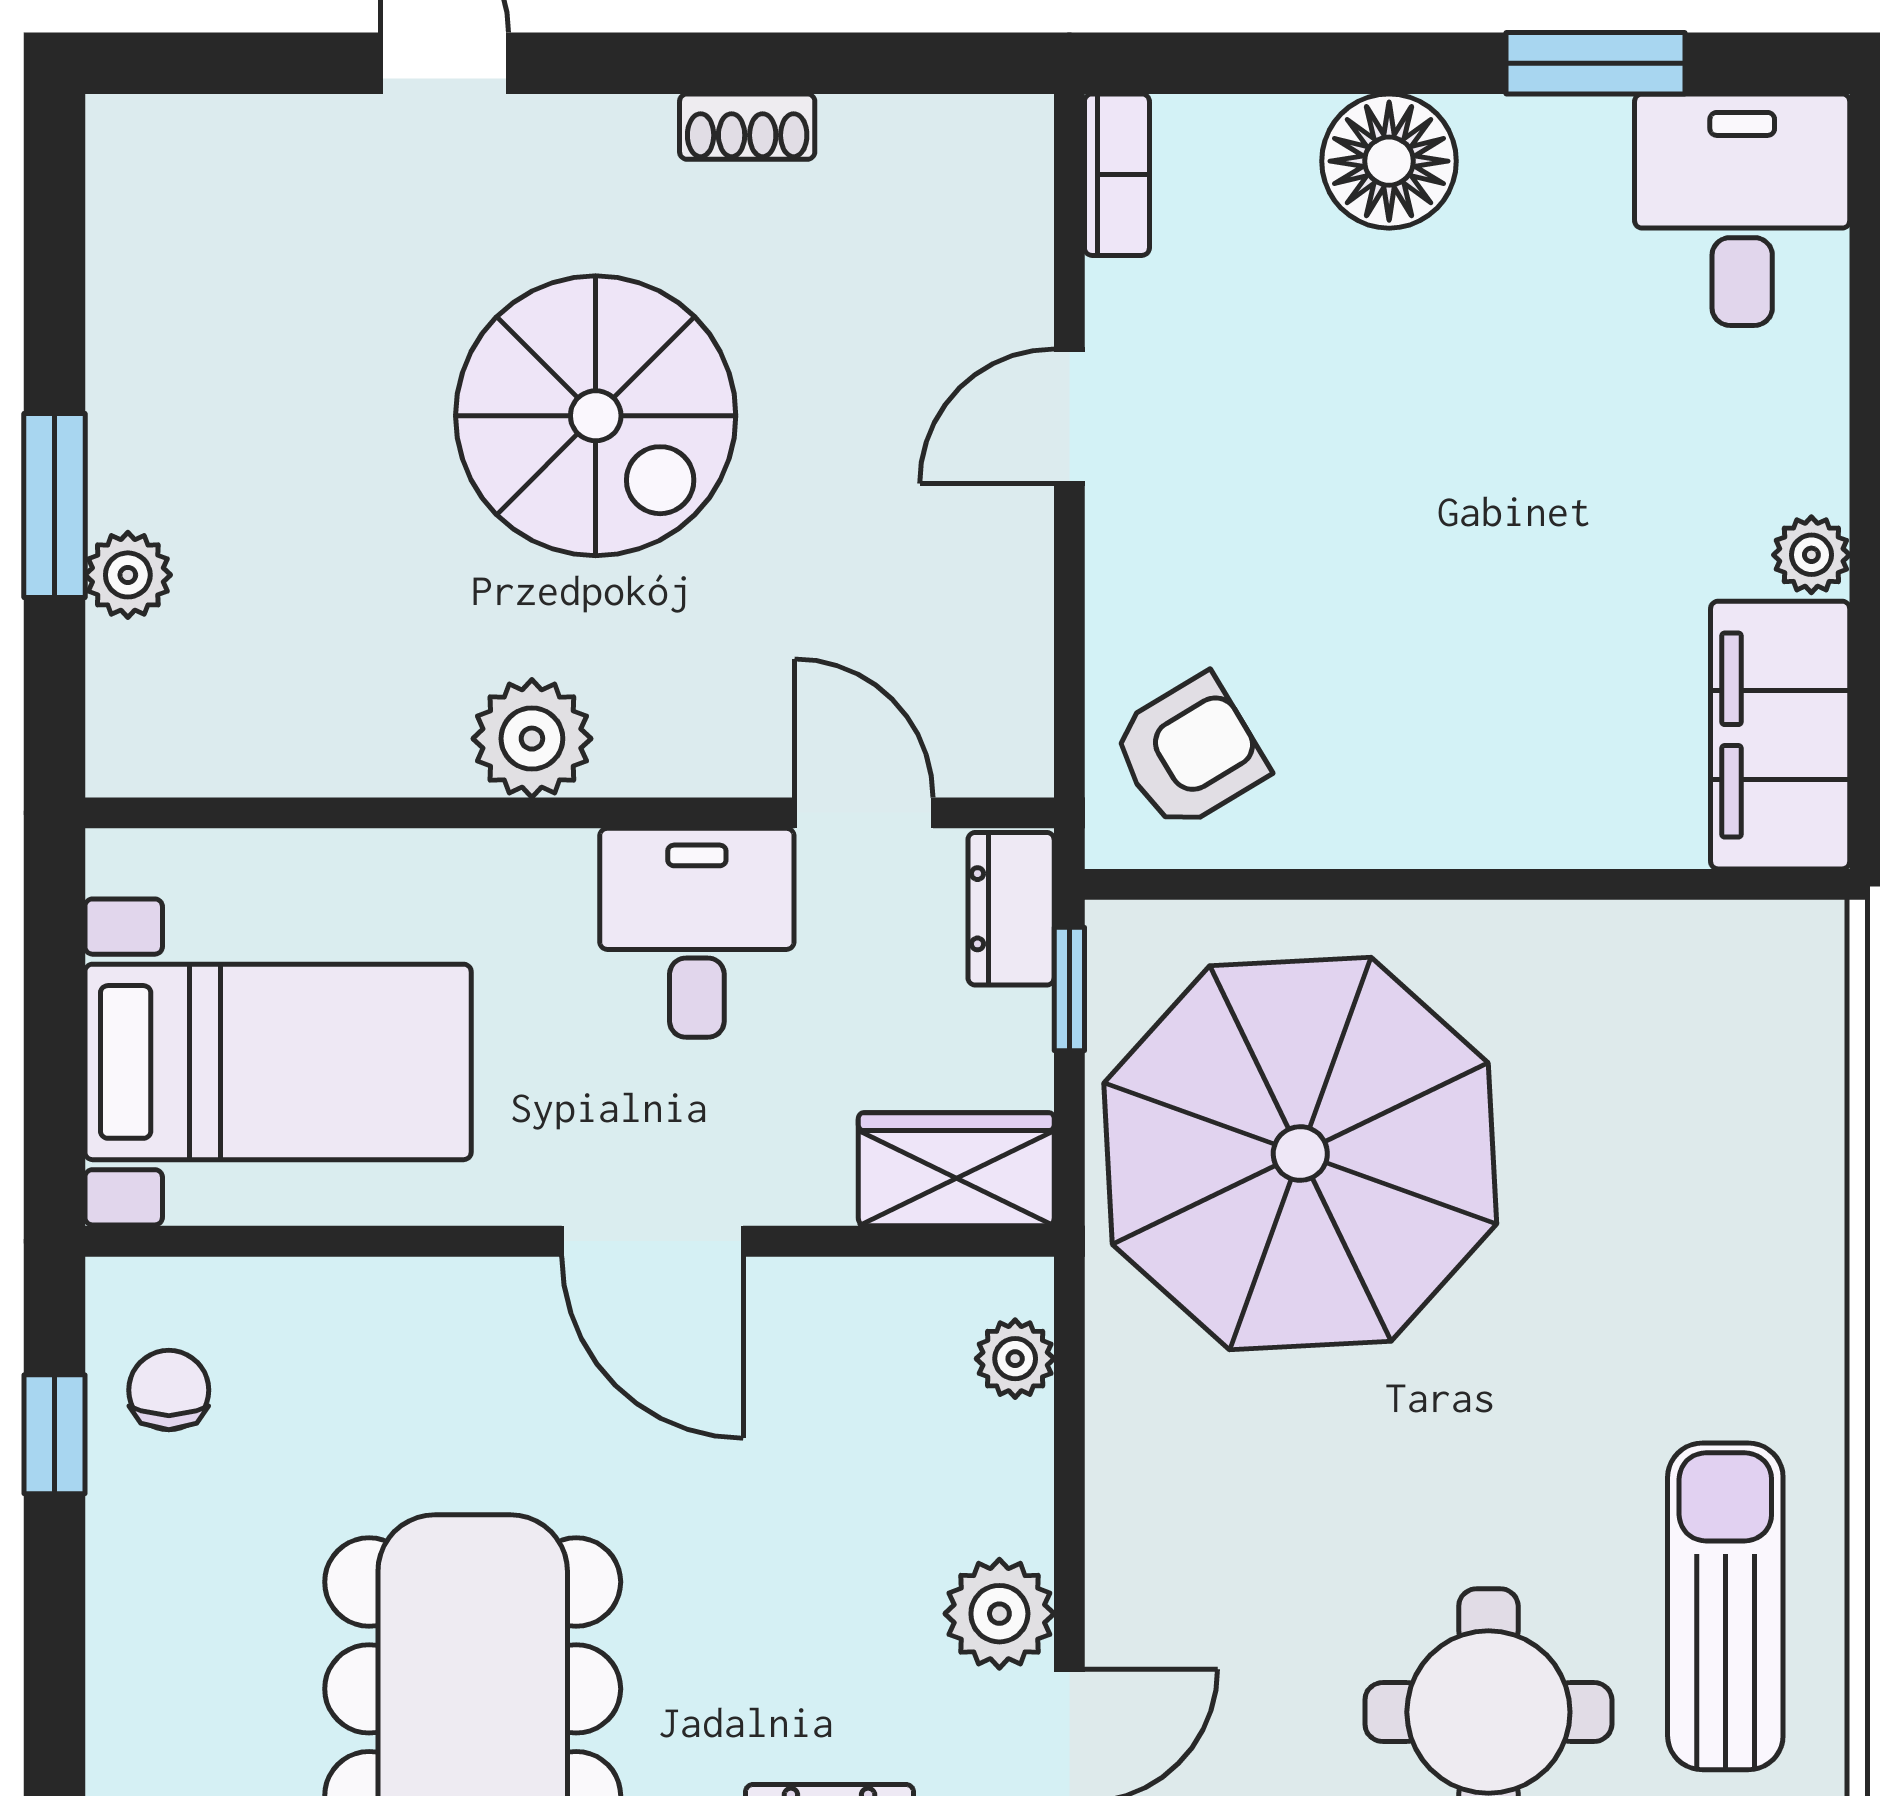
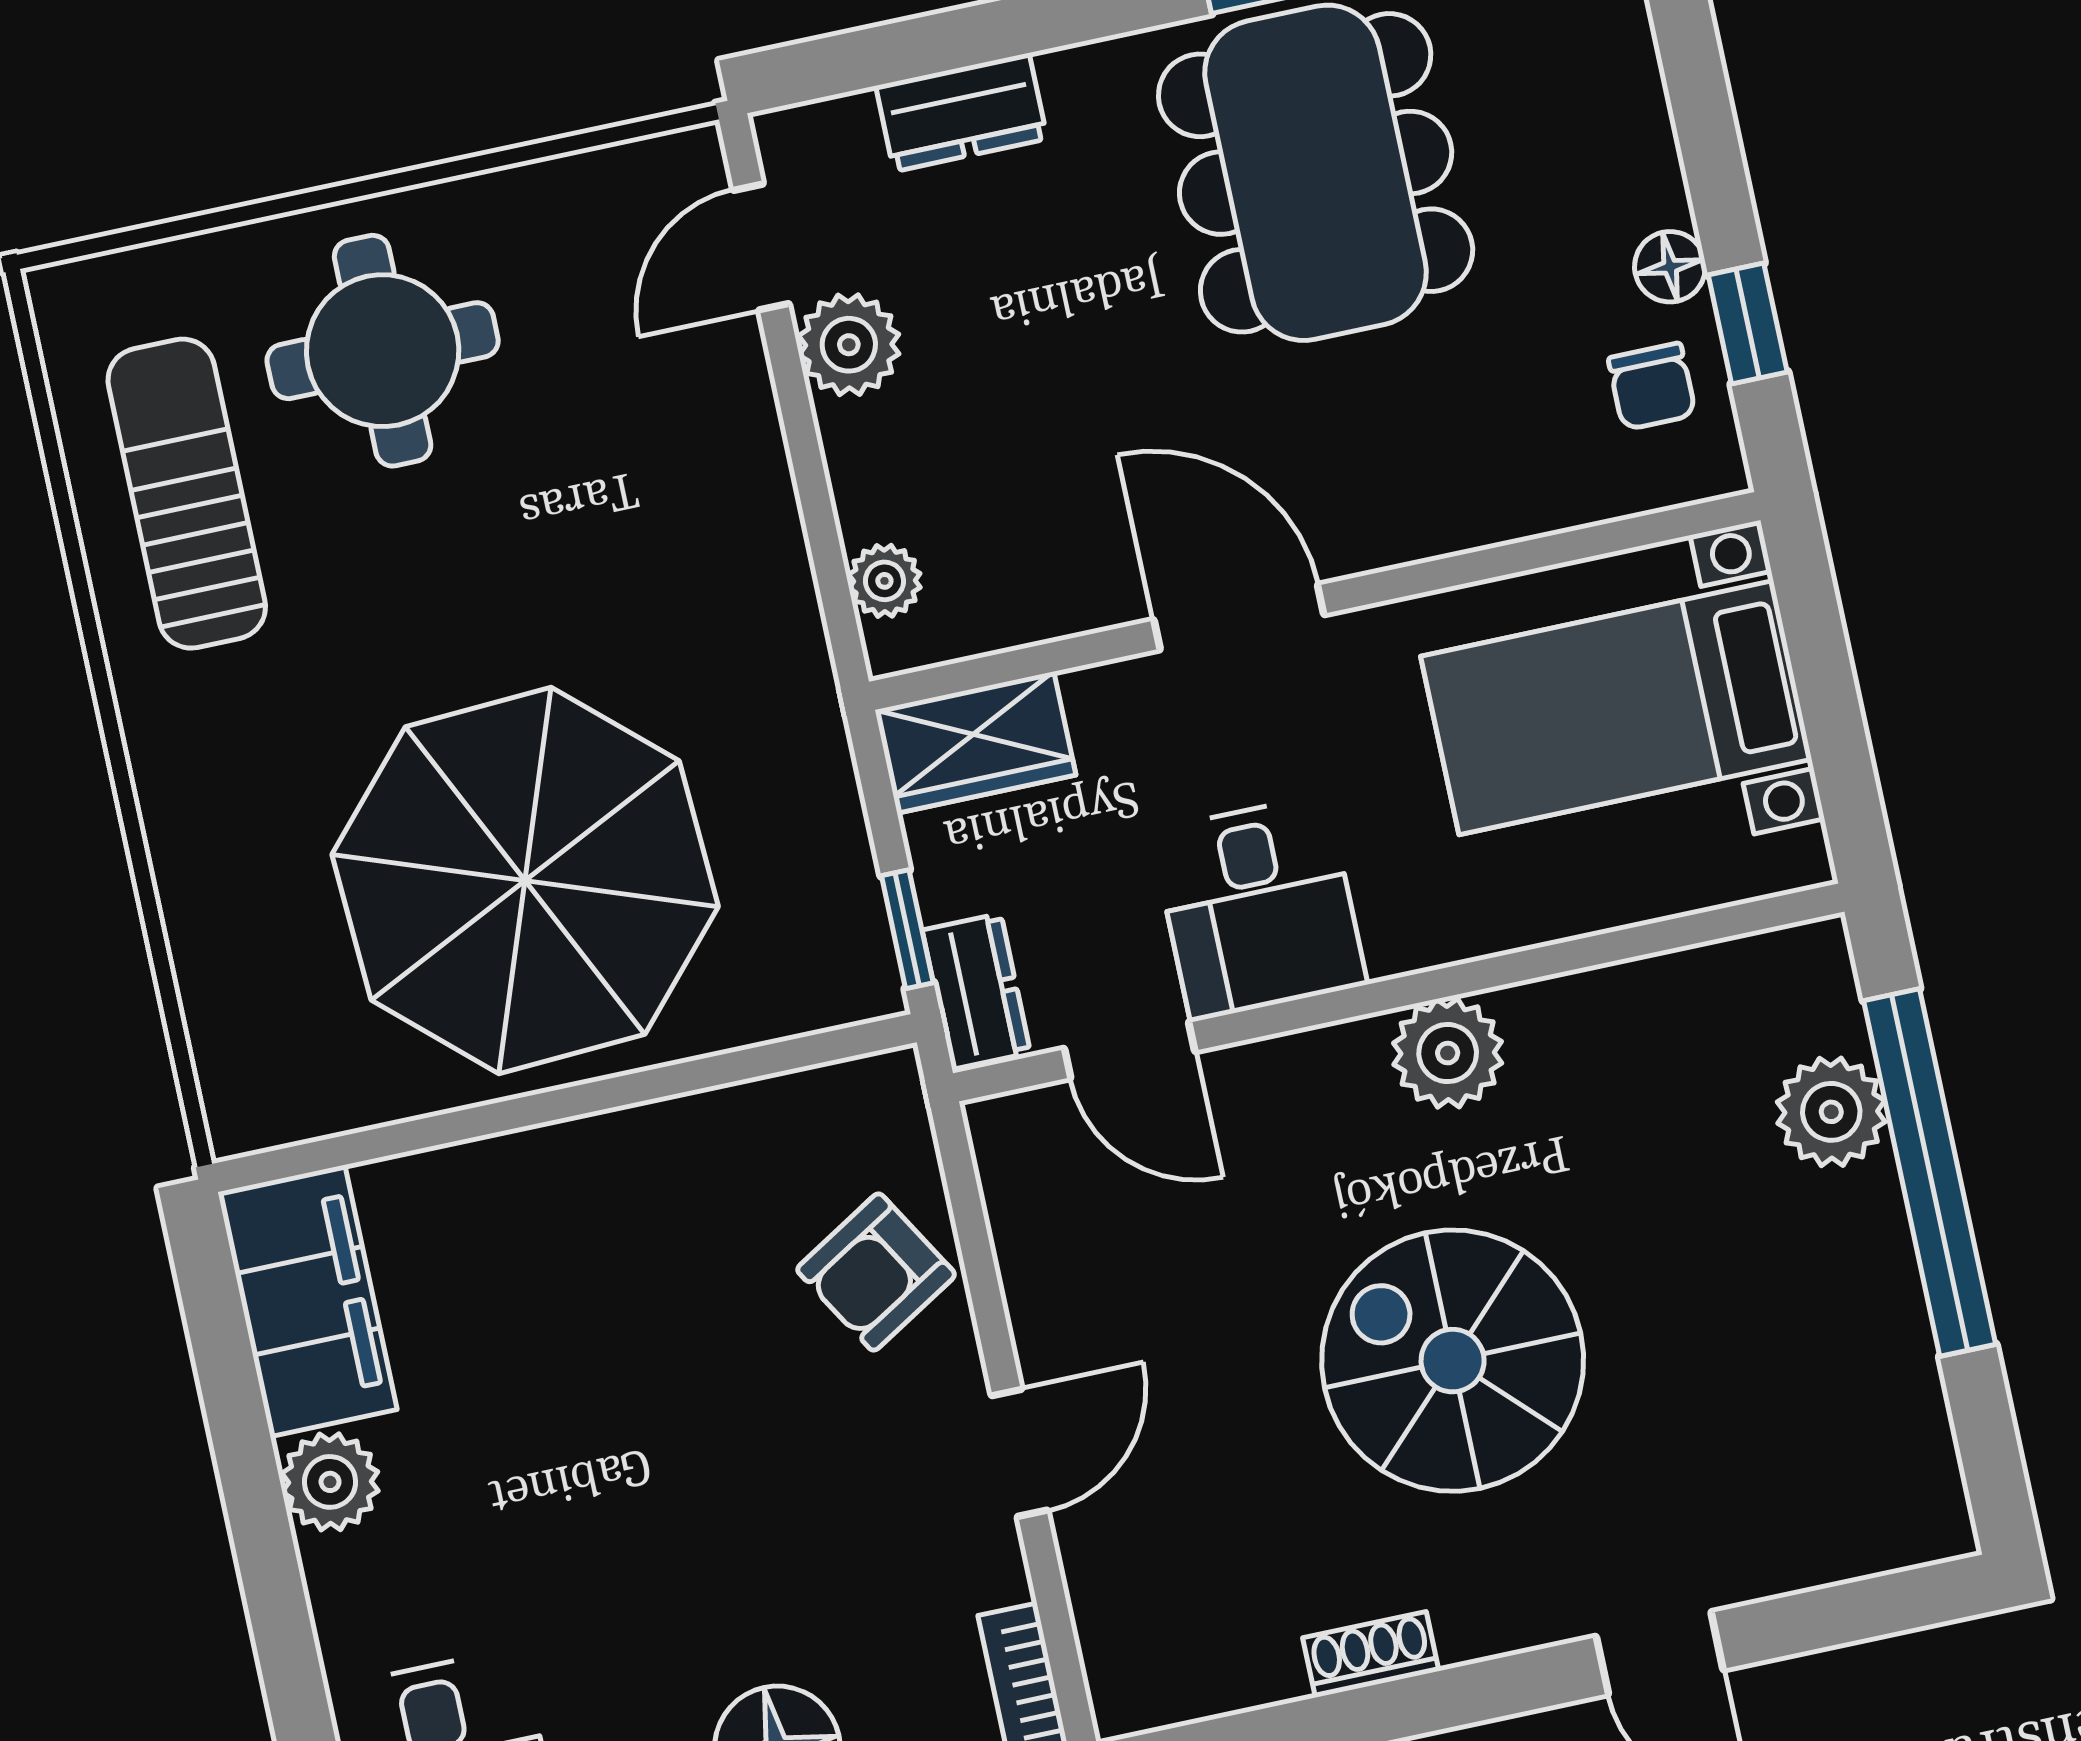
window: (55, 505) -> (1930, 1172), width x2.11
plant: (1811, 555) -> (330, 1482), width x1.38, depth x1.38
plant: (128, 575) -> (1831, 1112), width x1.38, depth x1.38
armchair: (1189, 752) -> (876, 1272), moved
parasol: (1300, 1154) -> (525, 880), moved
floor lamp: (123, 1511) -> (1670, 267), added
sun lounger: (1725, 1606) -> (187, 494), turned 180

